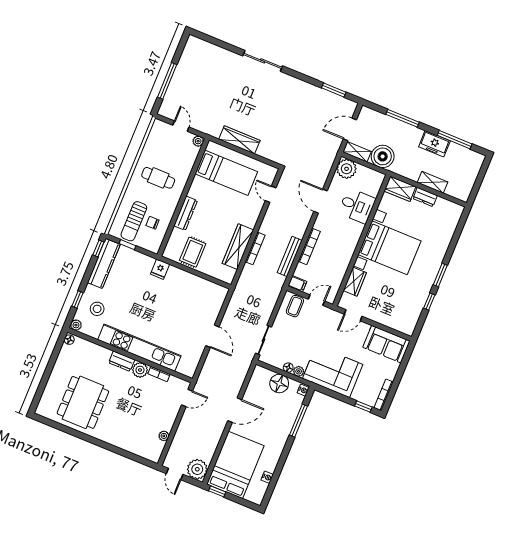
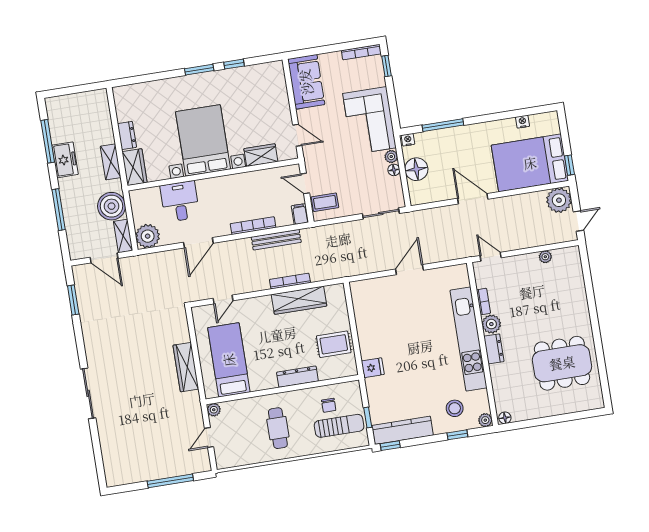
shelving: (433, 182) -> (111, 162), moved

